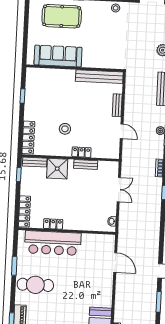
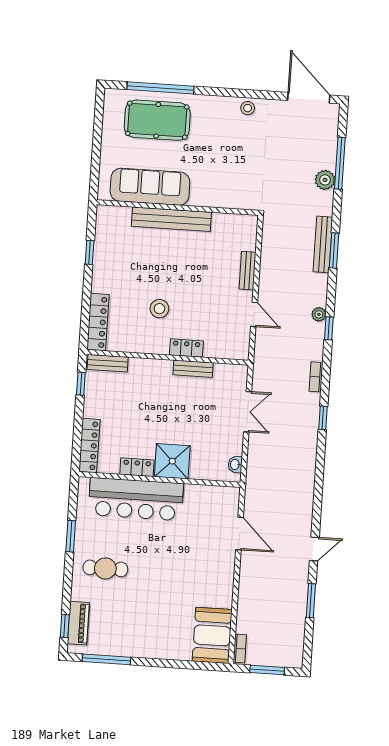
bench: (99, 77) -> (171, 219), moved
shower: (57, 169) -> (172, 461), moved
cafe table: (35, 285) -> (105, 568), width x0.73, depth x0.74

